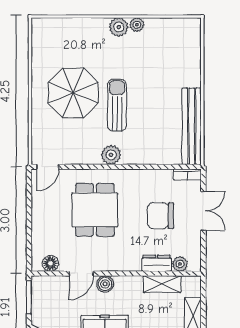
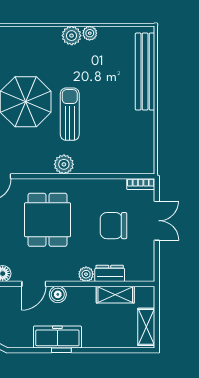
bench: (192, 126) -> (145, 72), moved
plant: (180, 264) -> (86, 274), moved

